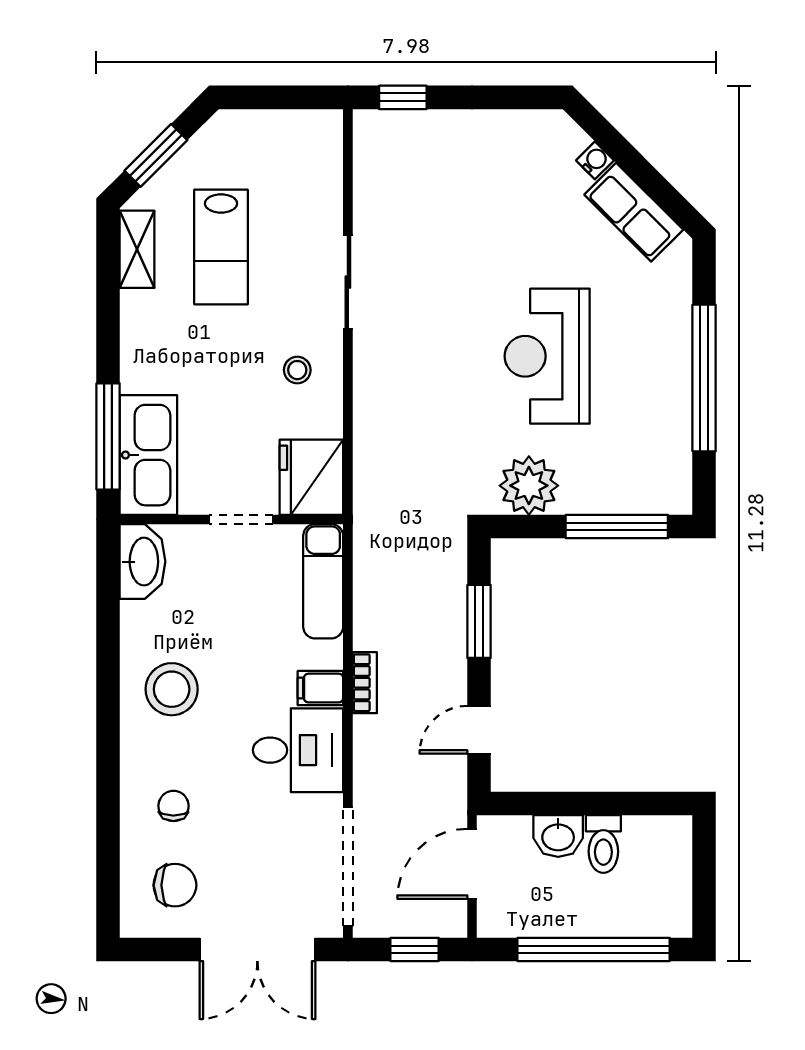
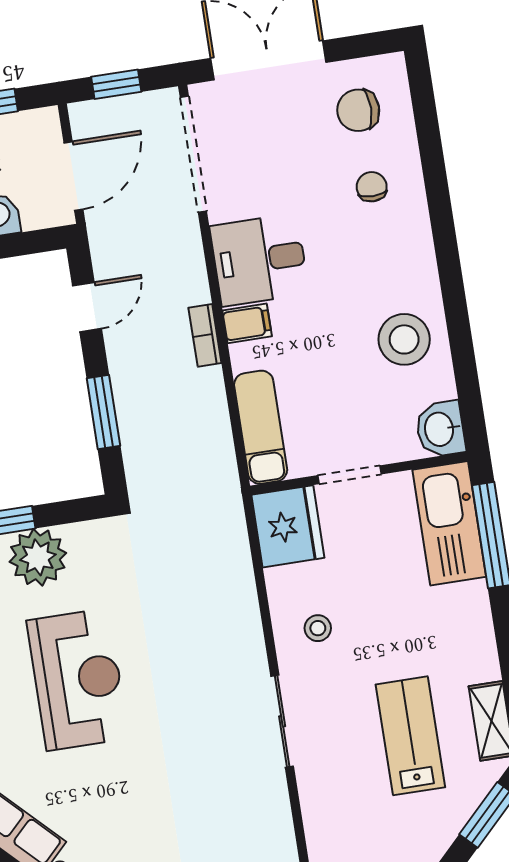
plant: (529, 486) -> (38, 557), moved
washbasin: (143, 562) -> (440, 429), width x0.72
stool: (172, 689) -> (404, 339), moved
chair: (173, 806) -> (372, 187), turned 180

